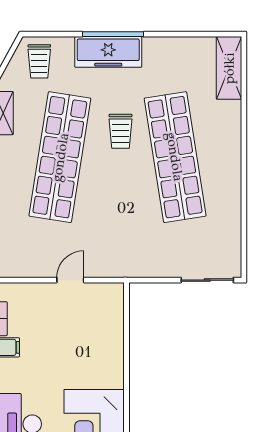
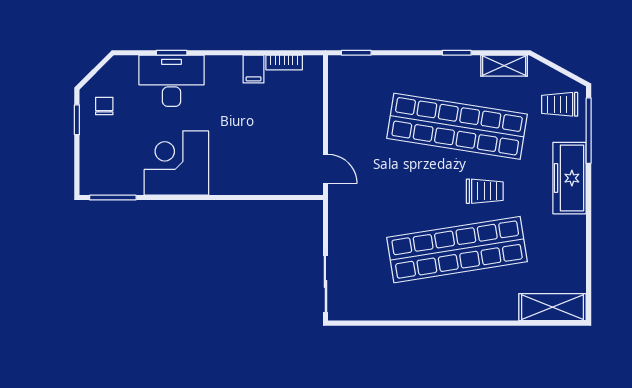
window: (113, 34) -> (589, 131), moved
trolley: (121, 131) -> (485, 191), turned 180
door: (70, 280) -> (325, 169), moved

